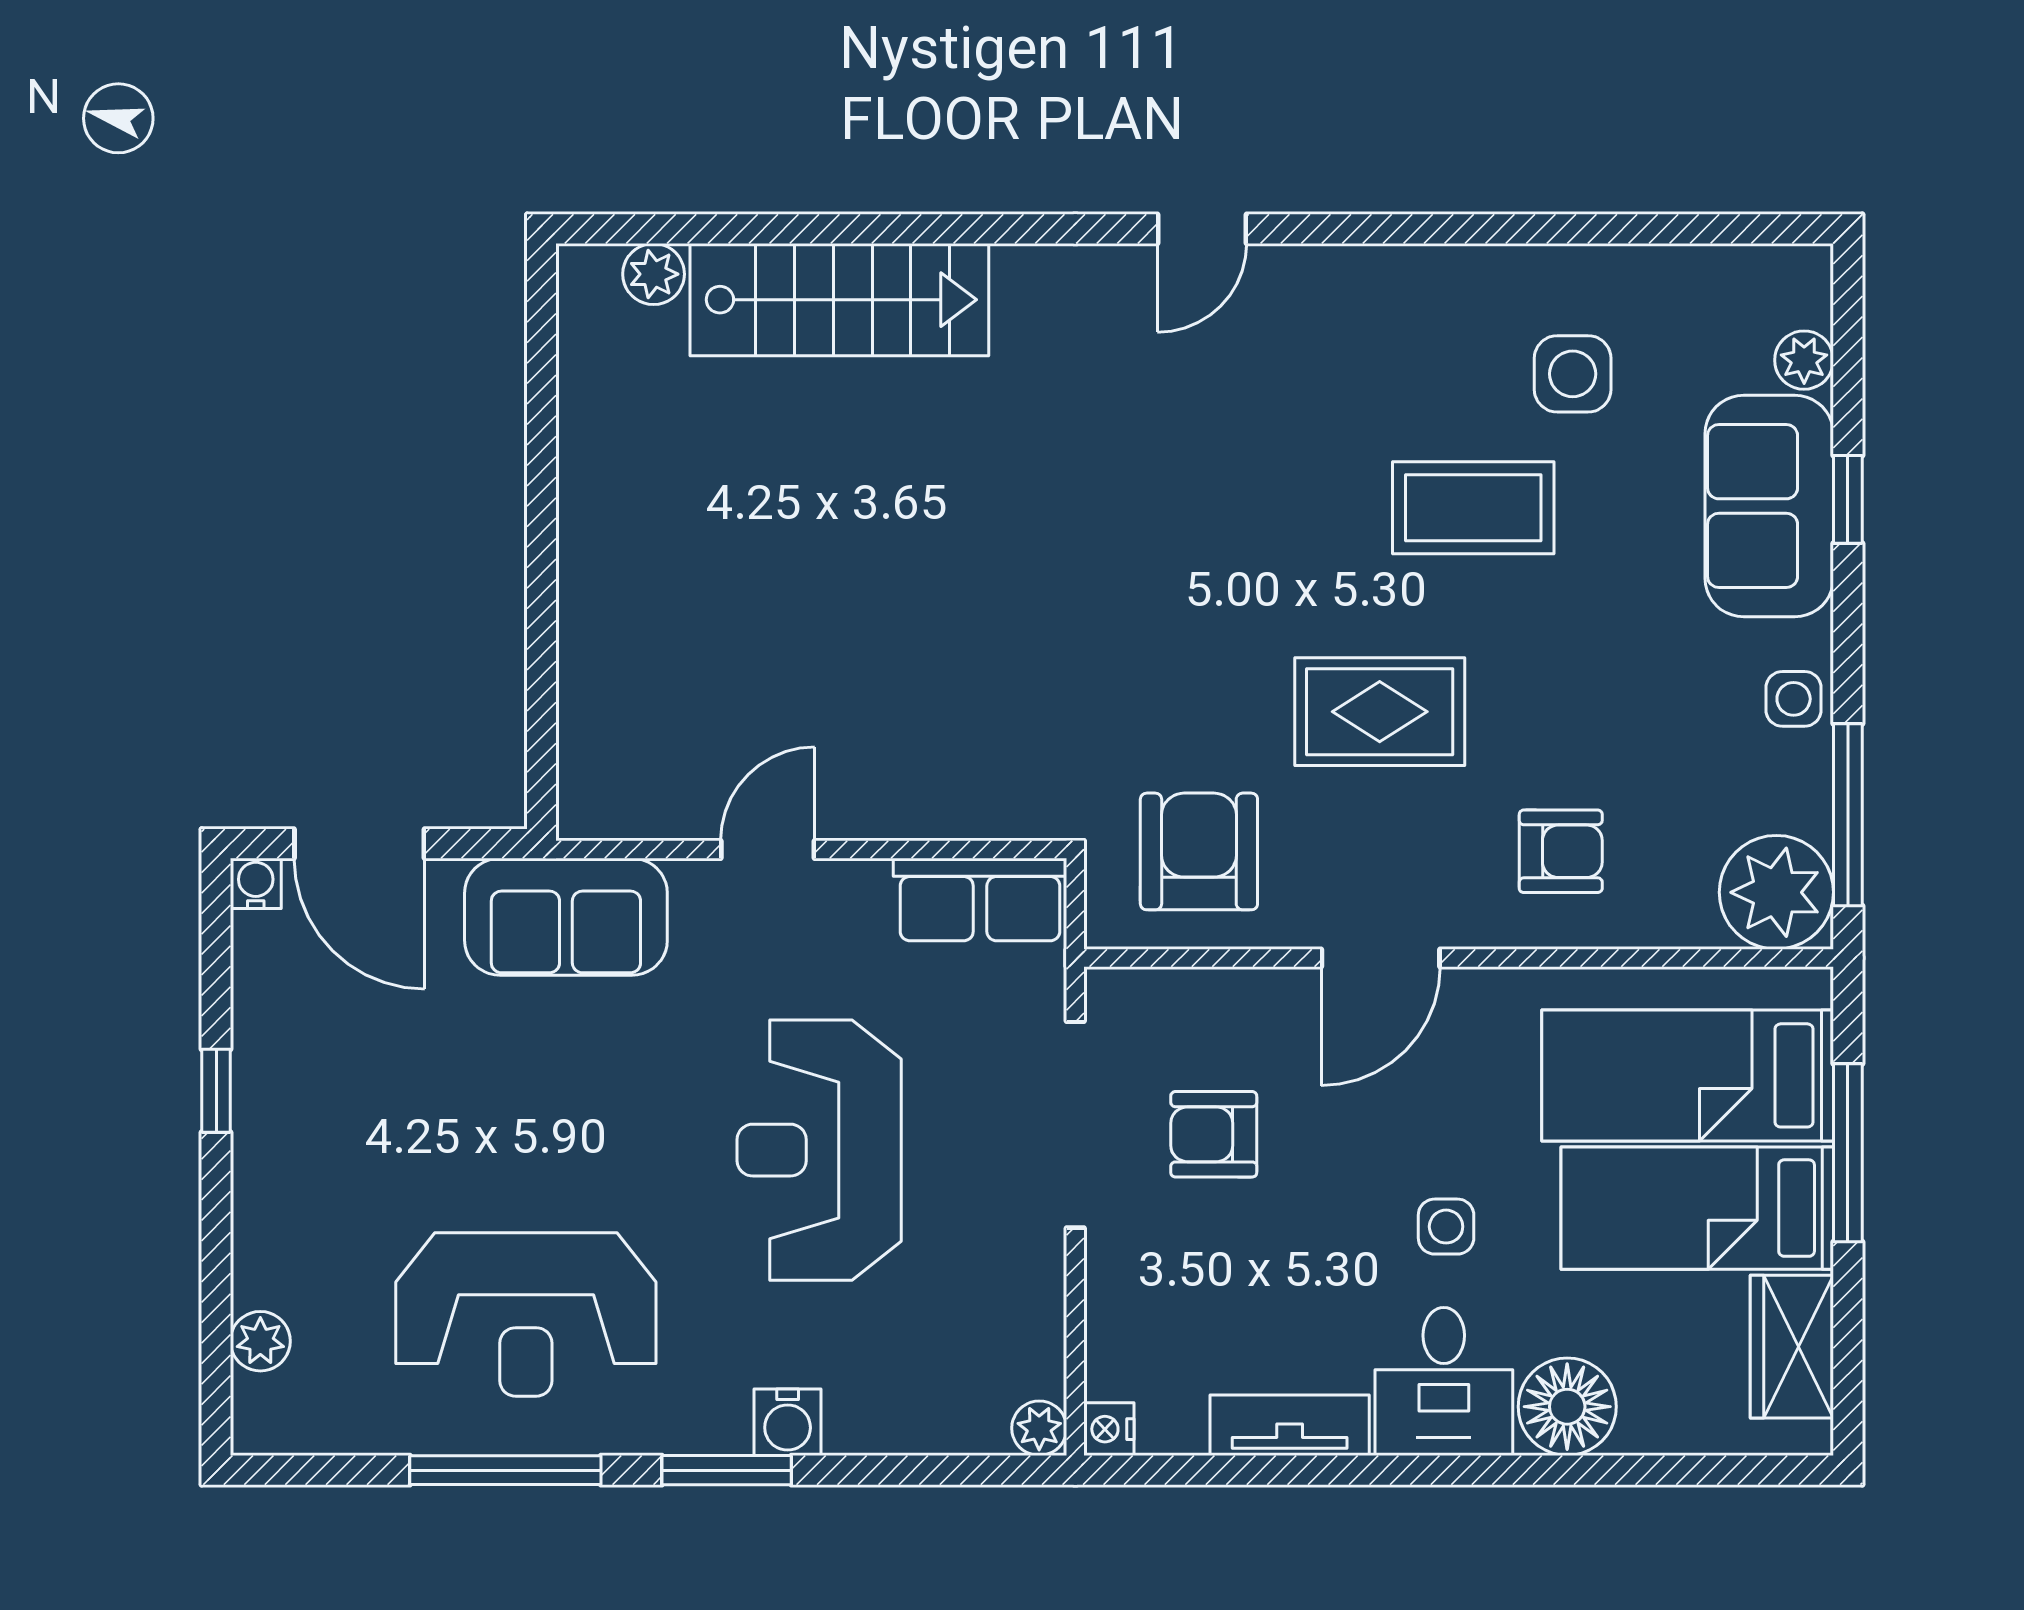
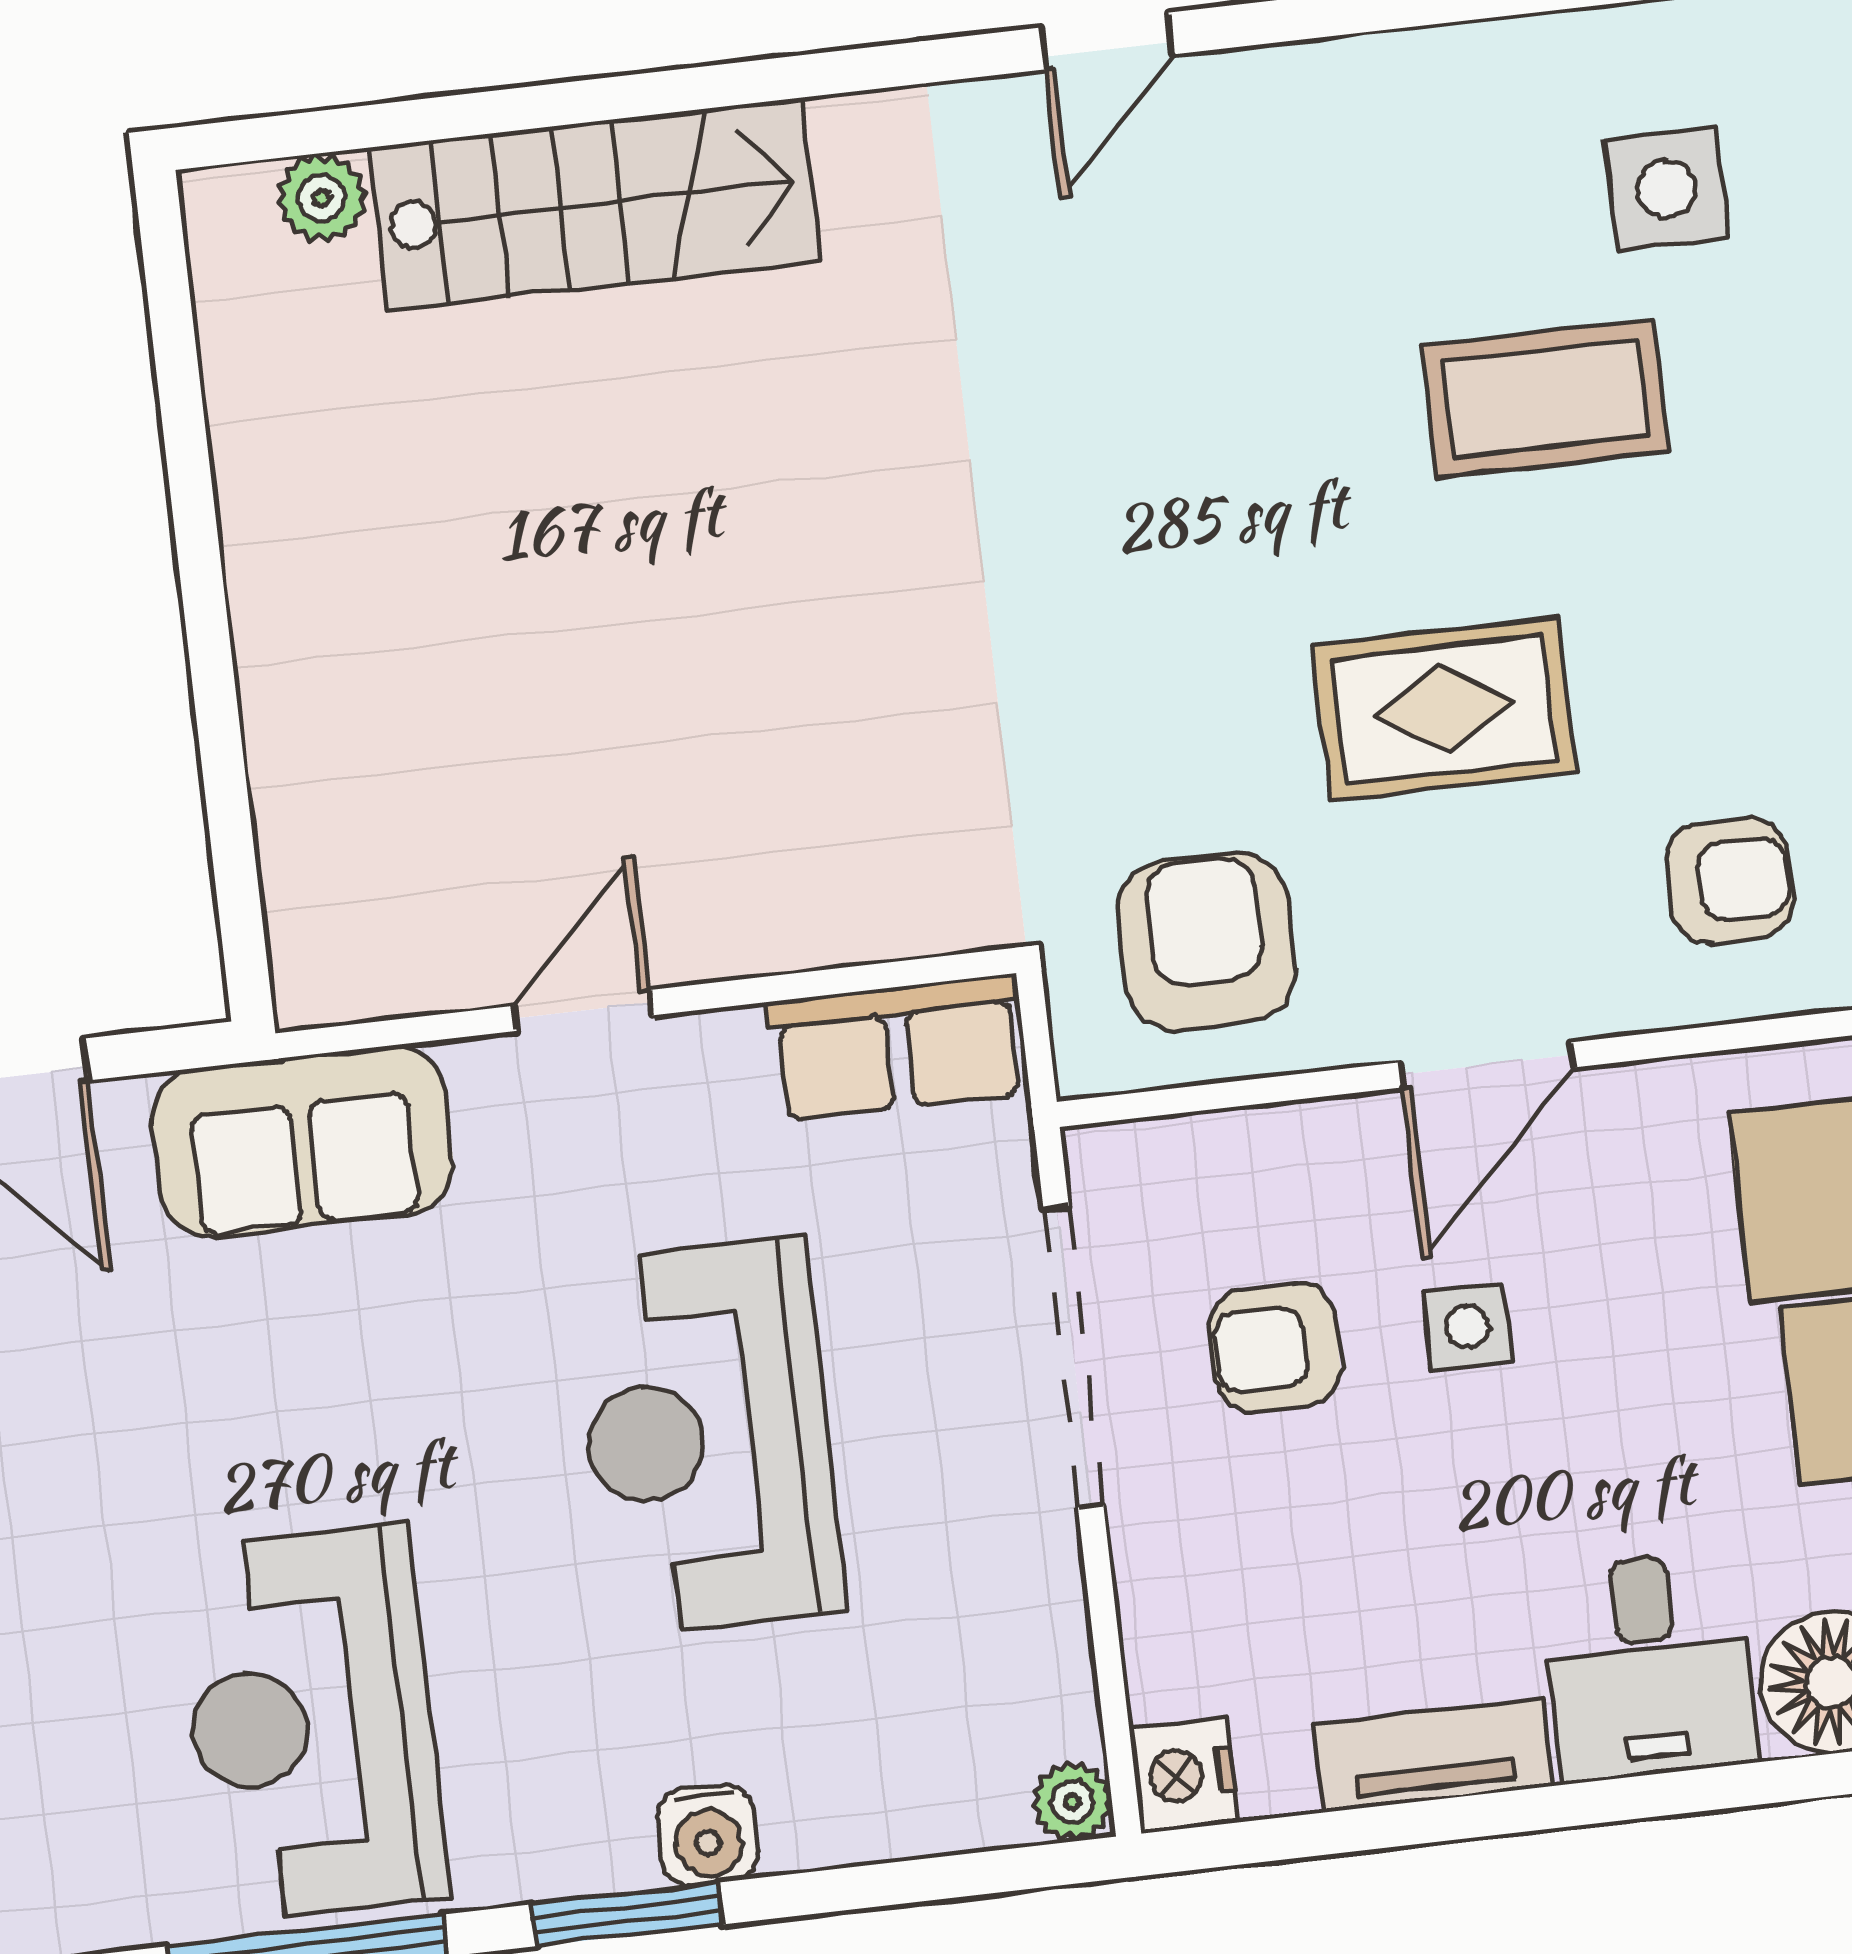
side table: (1446, 1227) -> (1467, 1327), moved
reception desk: (526, 1314) -> (311, 1723), turned 90
nightstand: (1109, 1429) -> (1184, 1775), width x1.39, depth x1.35

